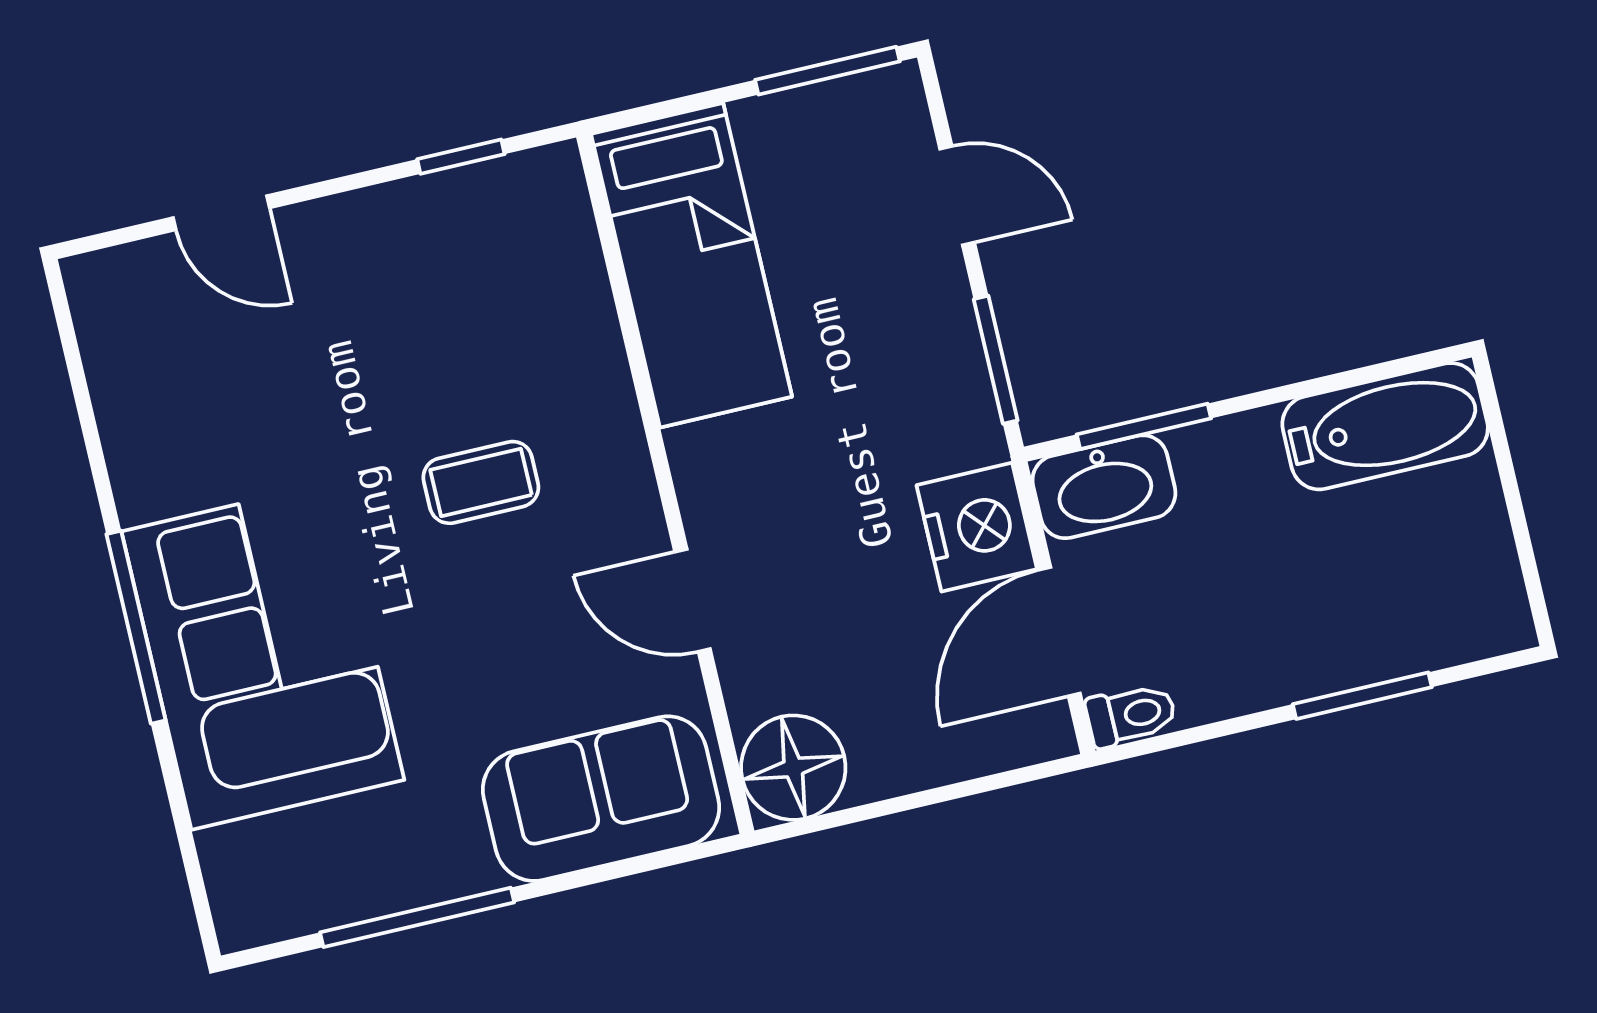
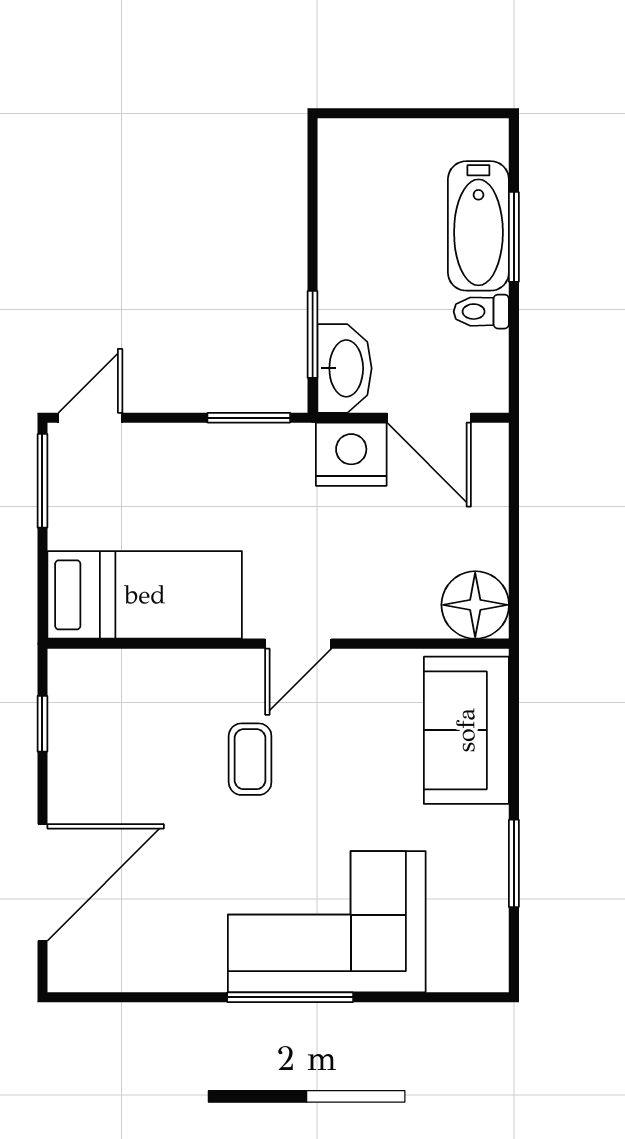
door: (957, 196) -> (90, 418), moved
door: (221, 213) -> (42, 882), width x1.88
bathtub: (1385, 426) -> (478, 226), moved, turned 180
door: (693, 600) -> (298, 644), moved
toilet: (1131, 715) -> (481, 312), moved, turned -90
window: (417, 917) -> (514, 863), width x0.69

